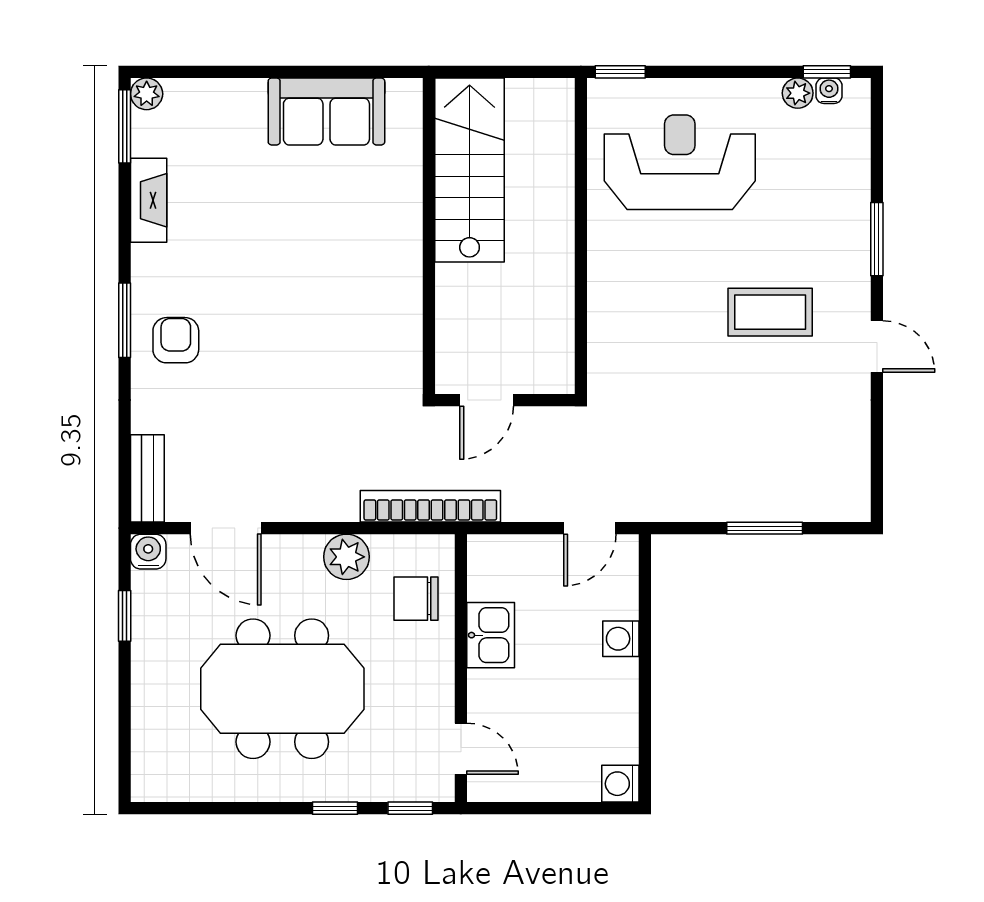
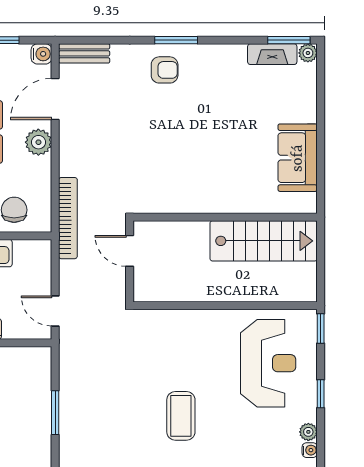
window: (827, 72) -> (321, 394), moved
fireplace: (149, 200) -> (272, 54), moved
plant: (346, 557) -> (38, 142), moved

